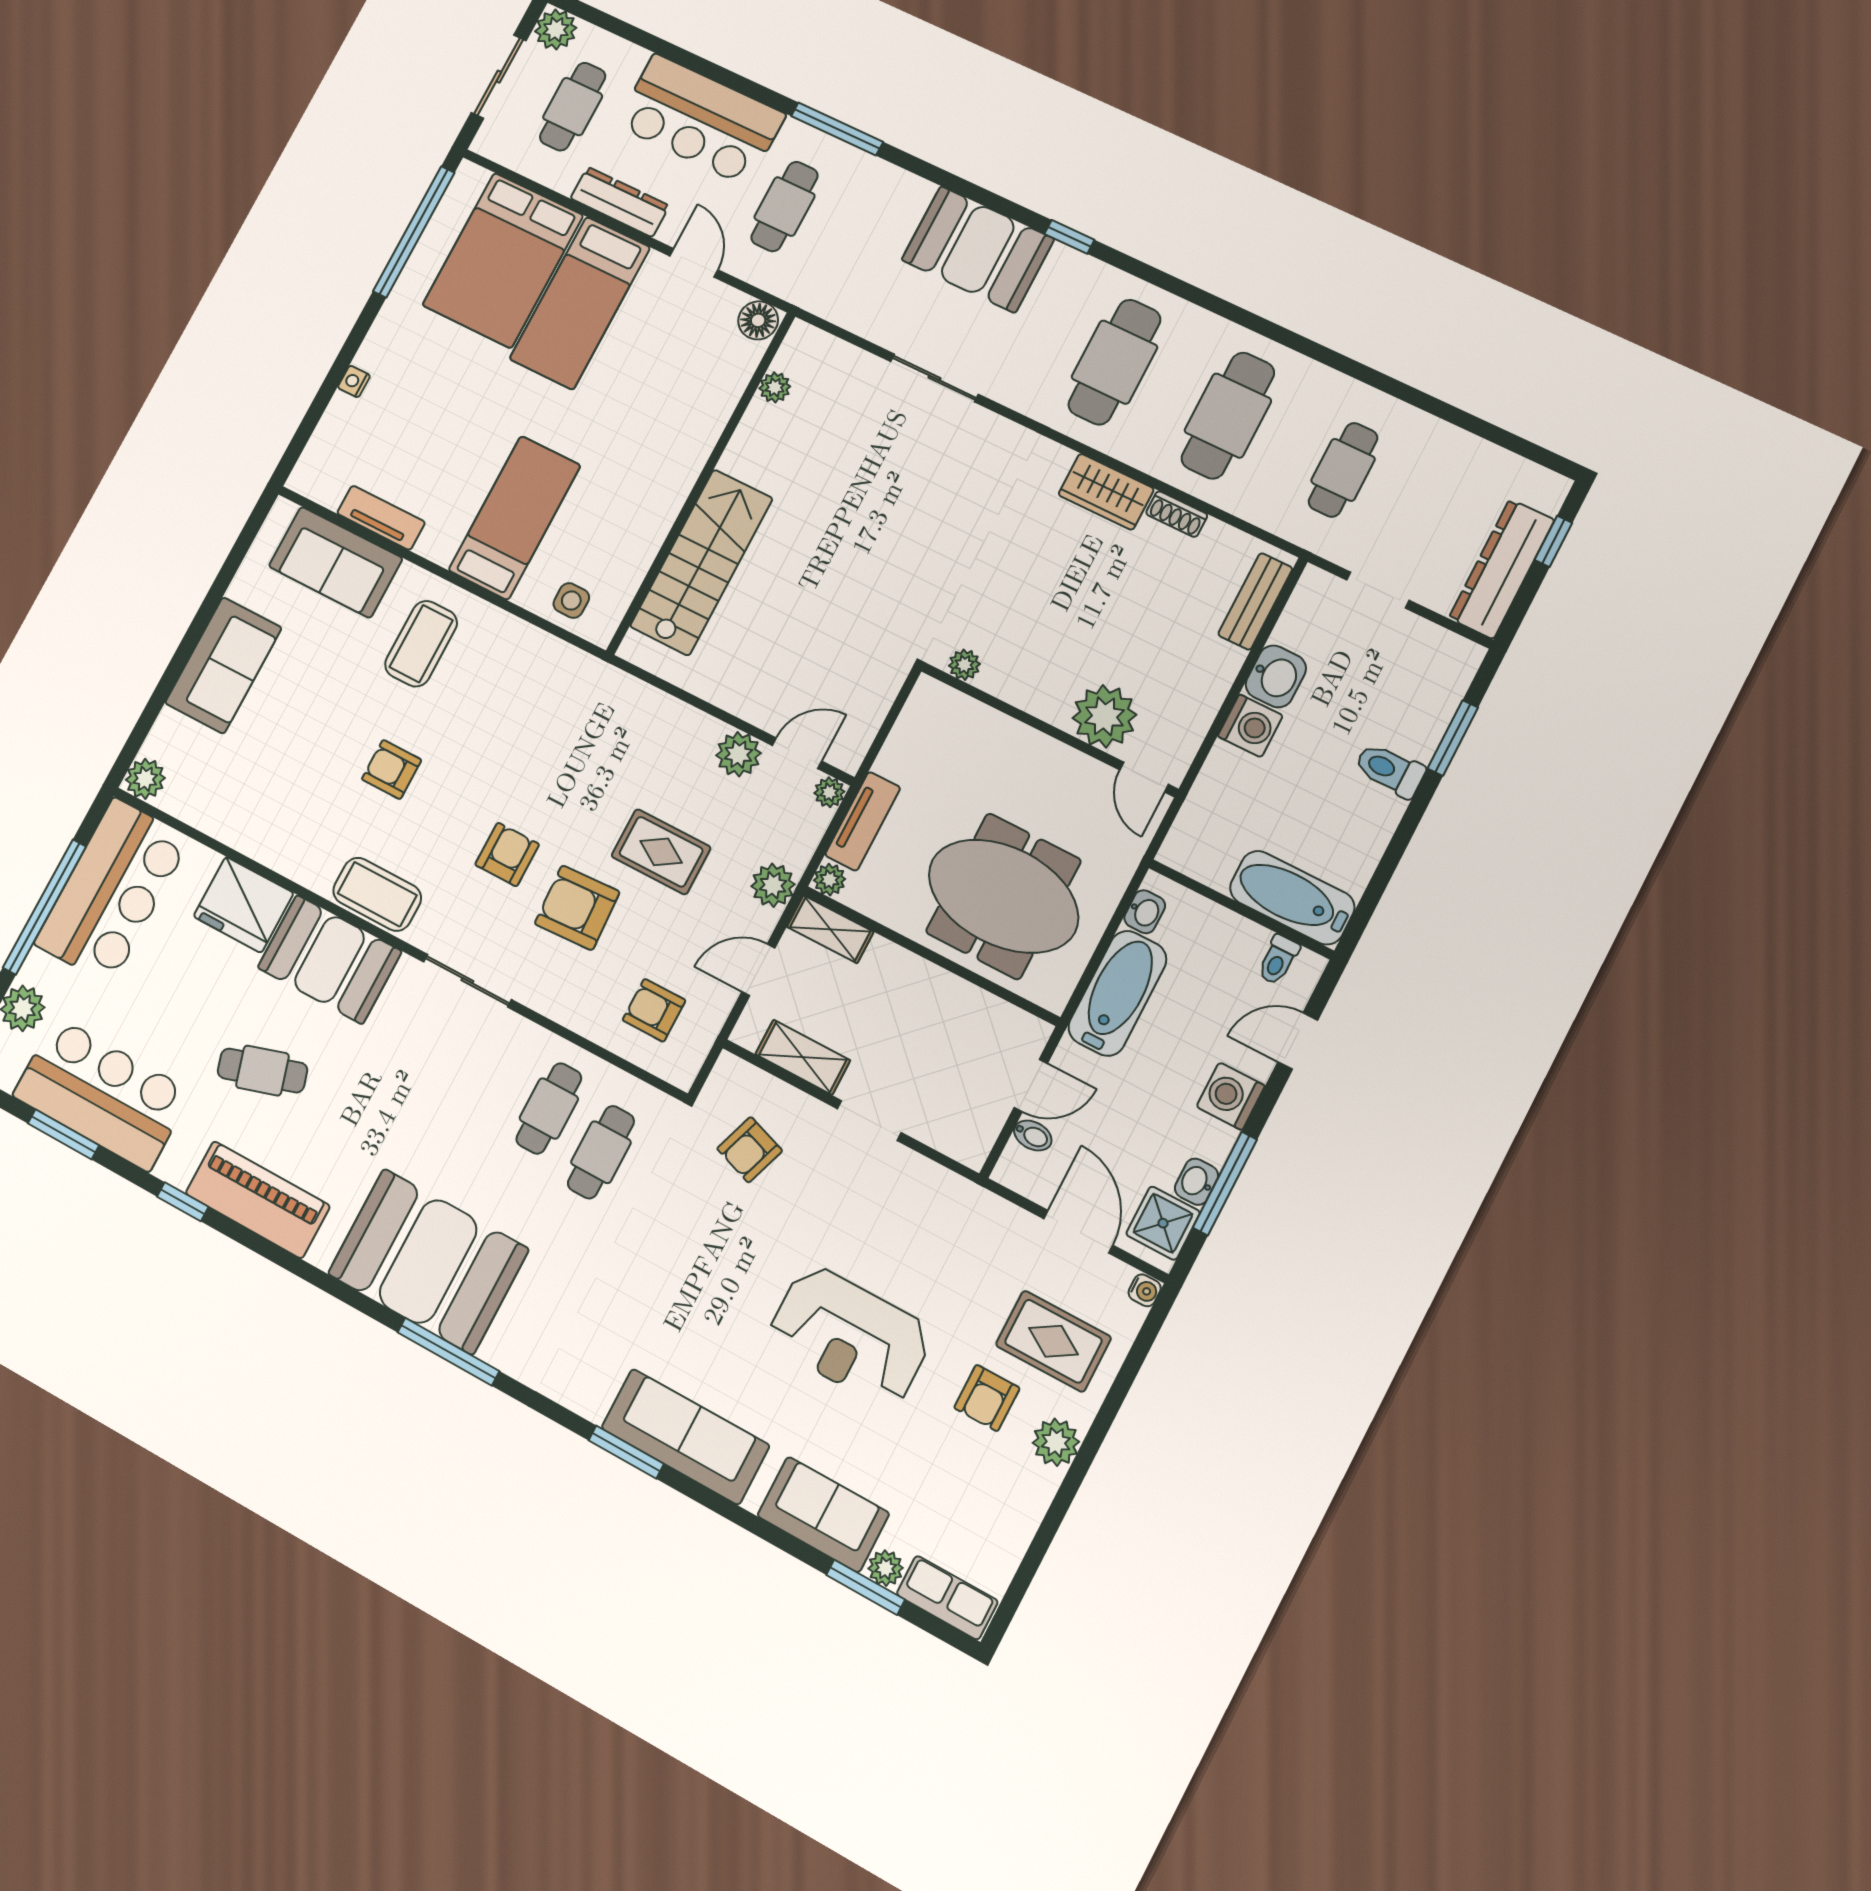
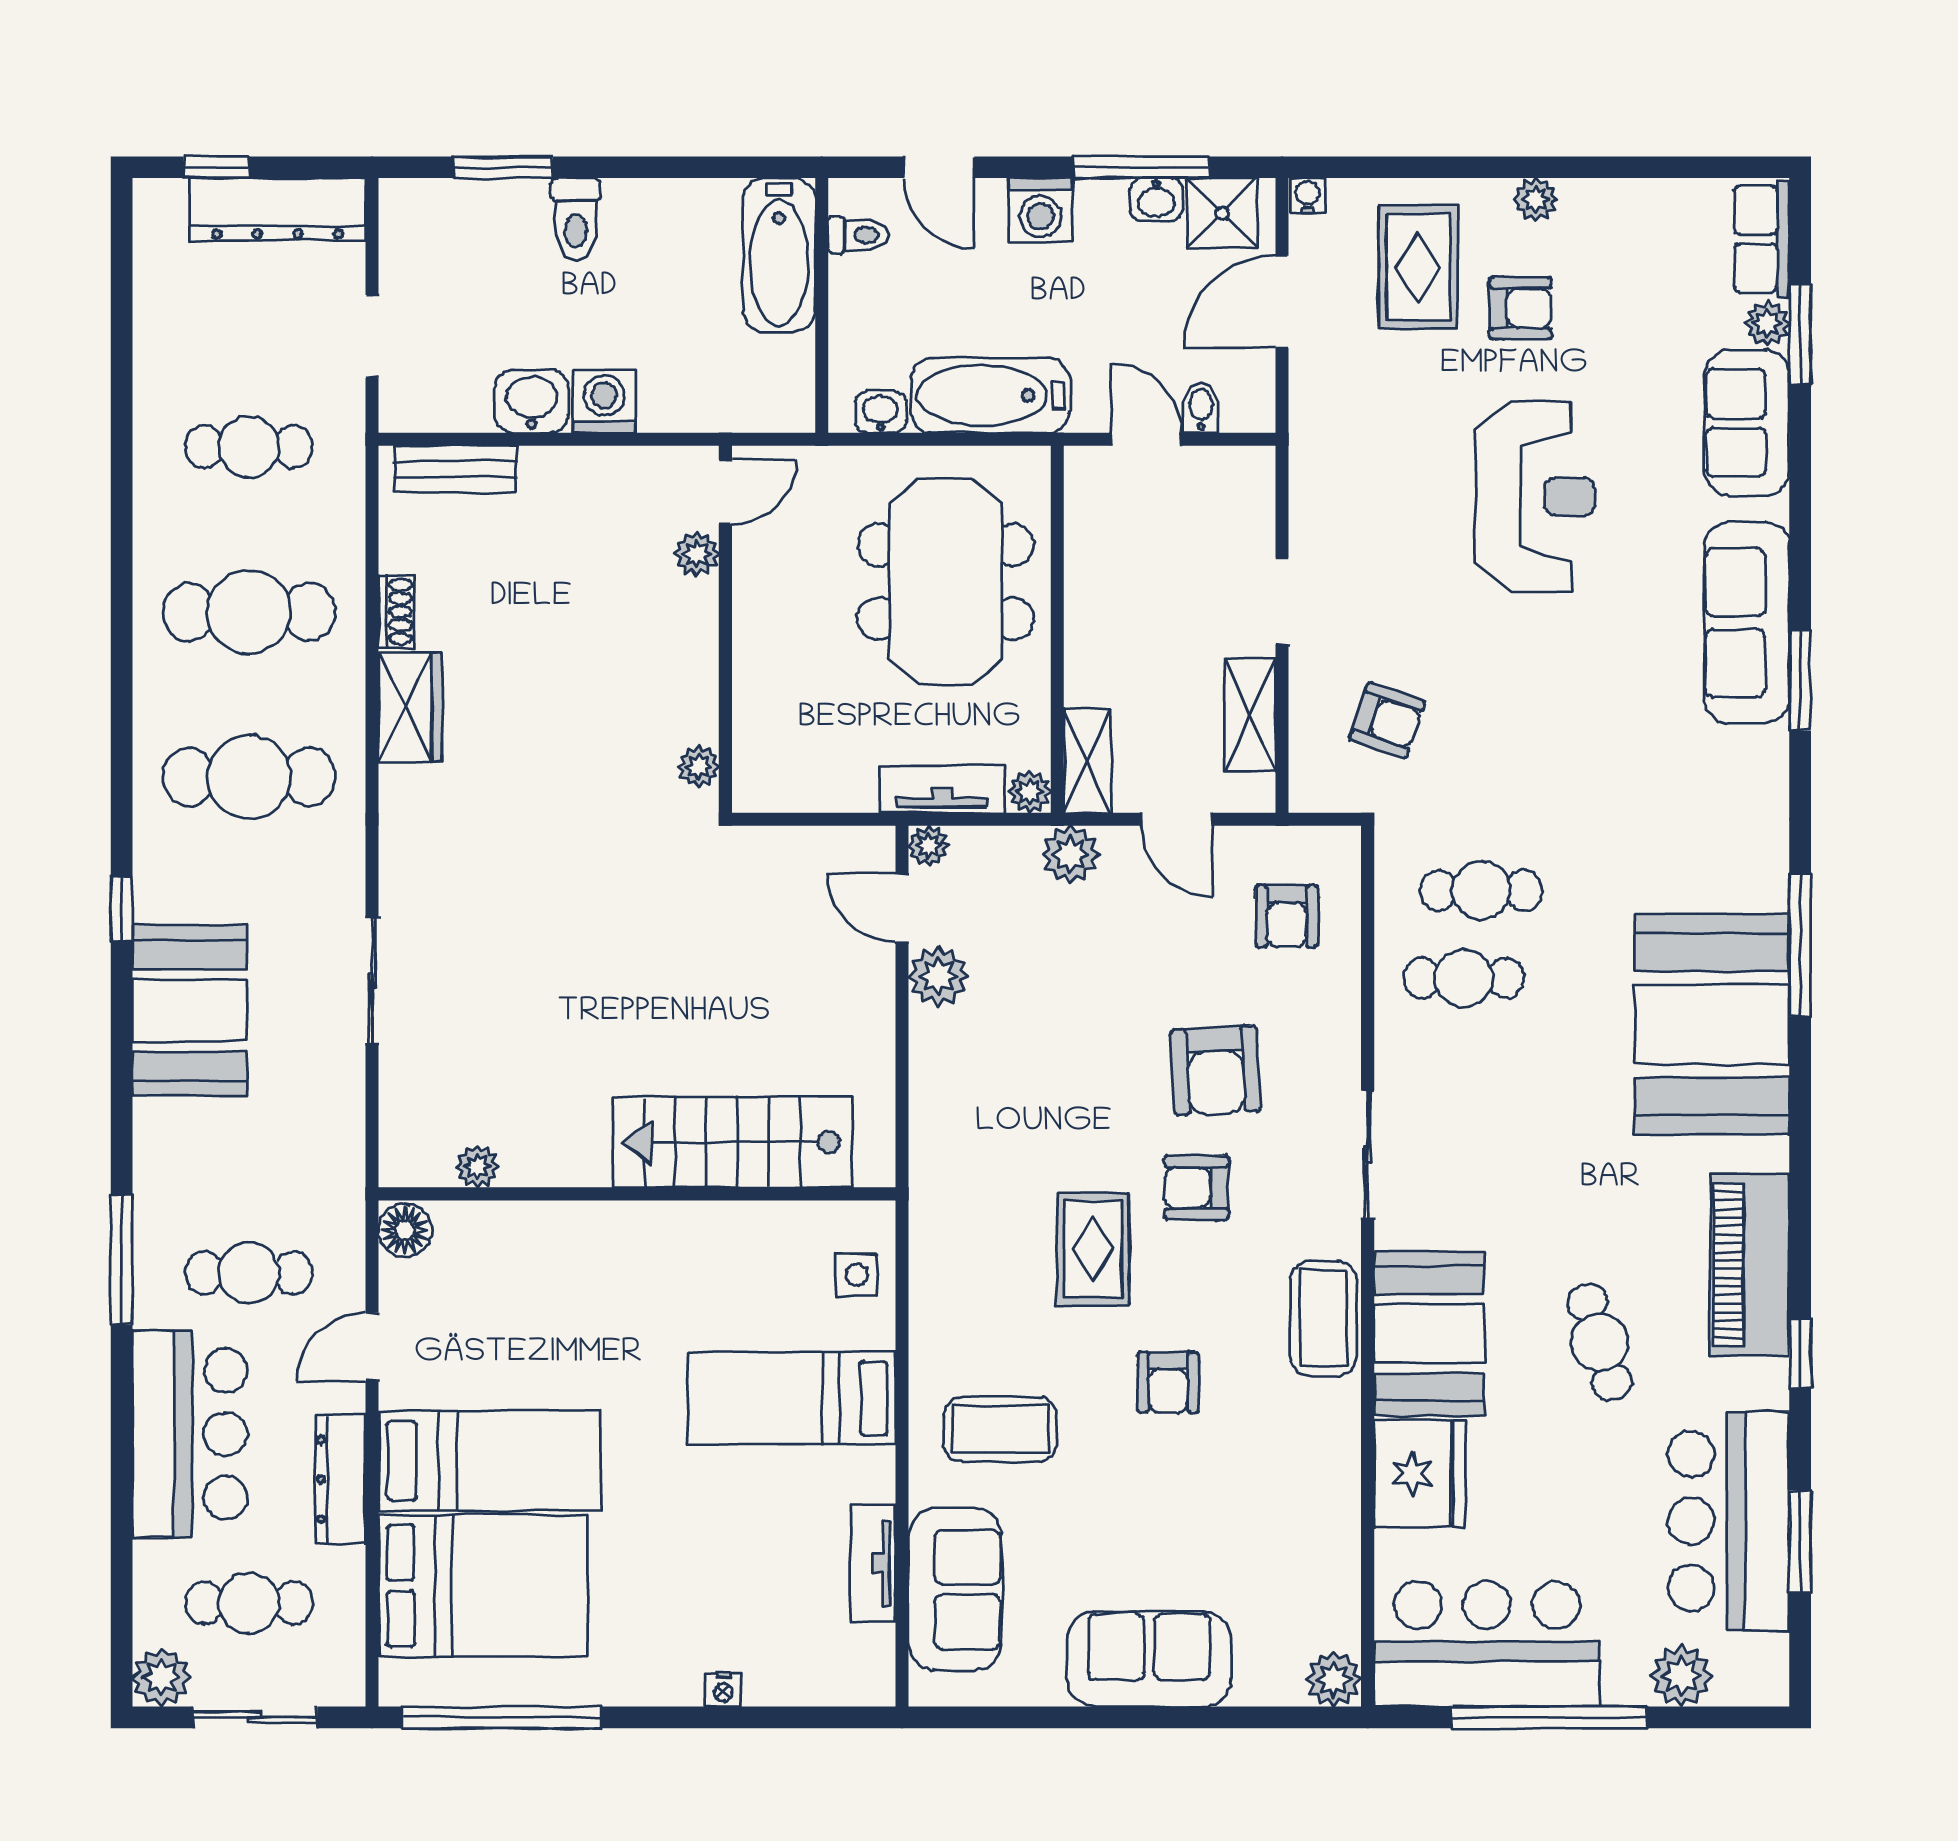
plant: (1104, 716) -> (697, 554), width x0.53, depth x0.53
rug: (661, 852) -> (1093, 1249), moved
plant: (1056, 1442) -> (1536, 199), width x0.73, depth x0.73

